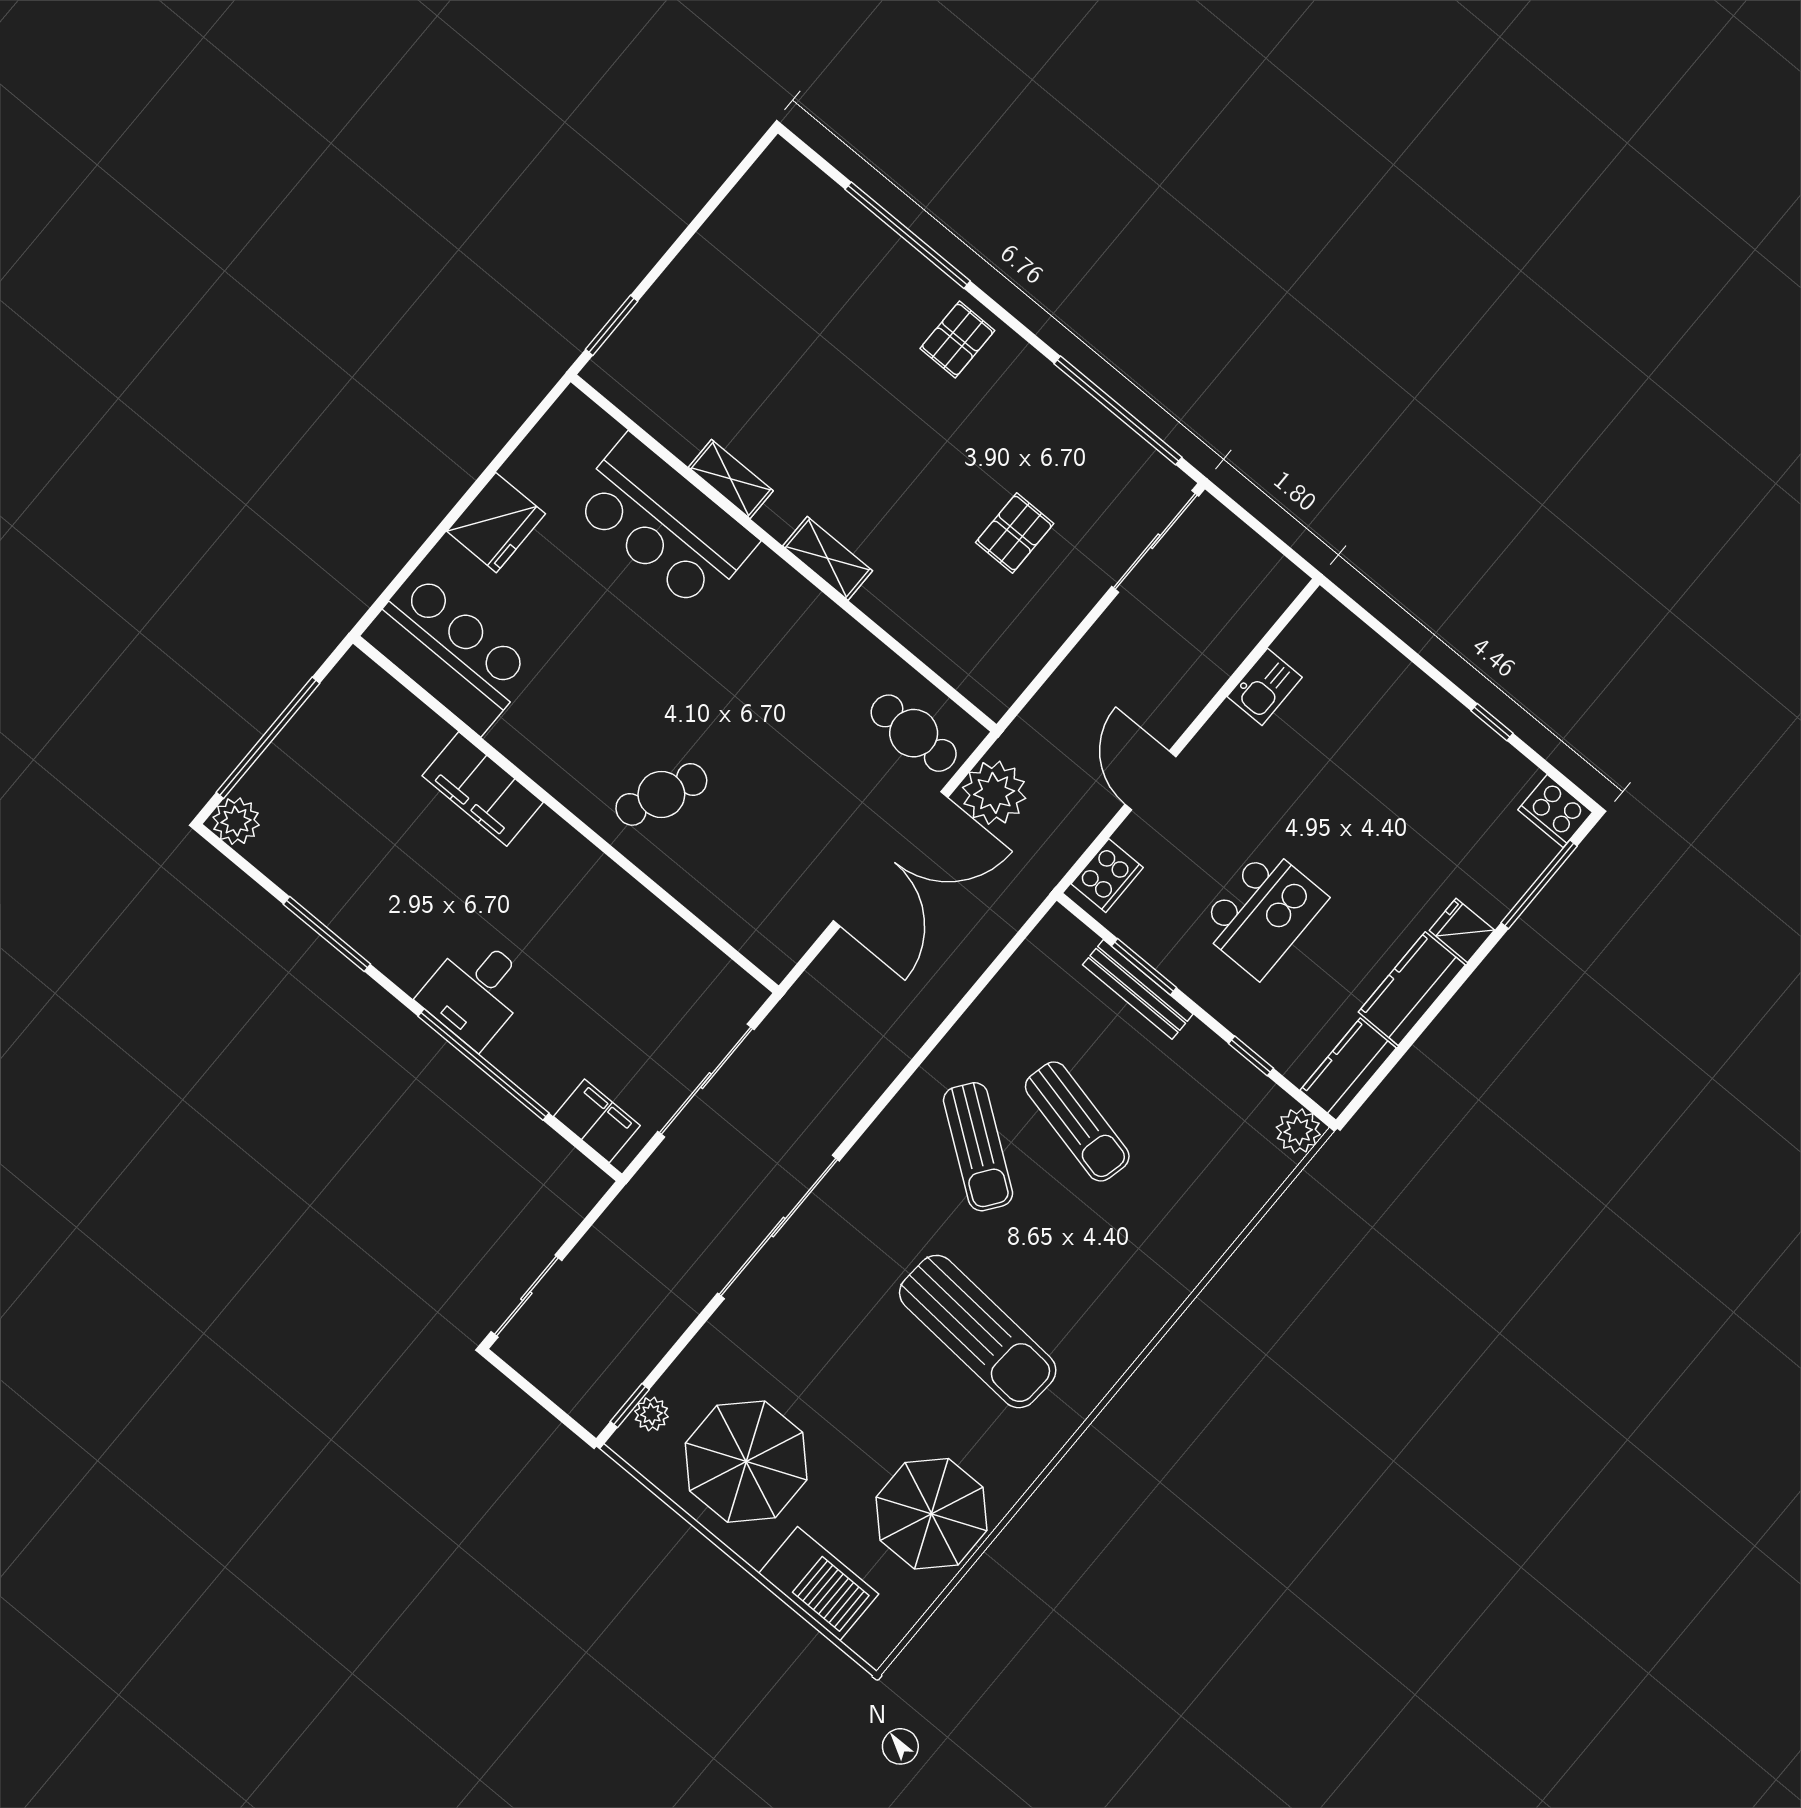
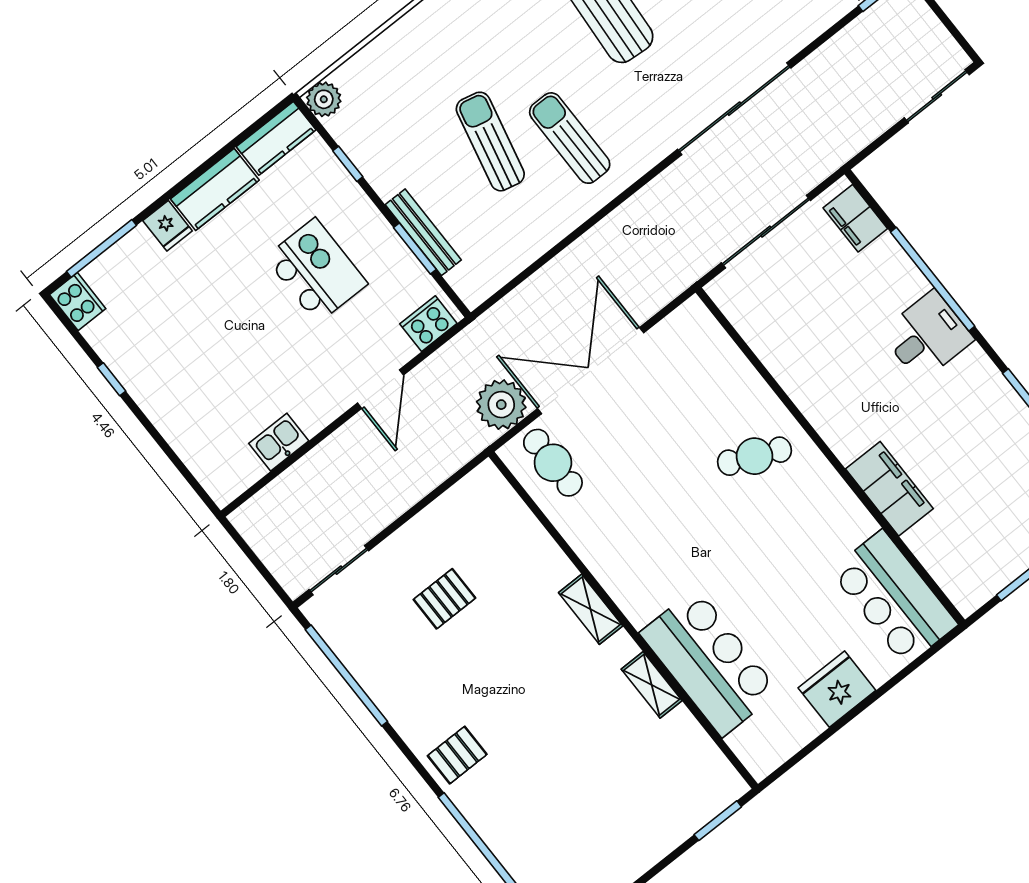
sliding door: (1155, 541) -> (339, 570), width x0.73
kitchen island: (1263, 913) -> (316, 271), turned 90
sun lounger: (978, 1147) -> (570, 138), turned -36

